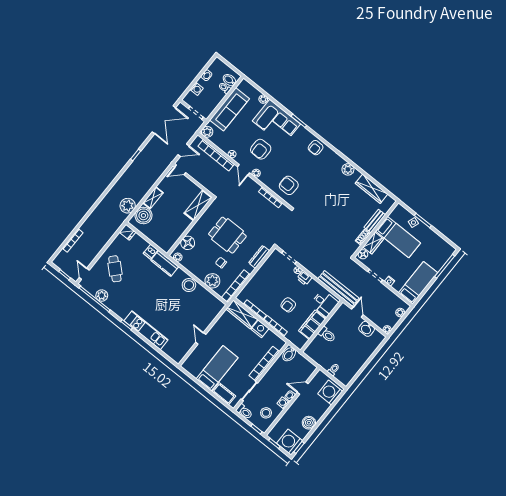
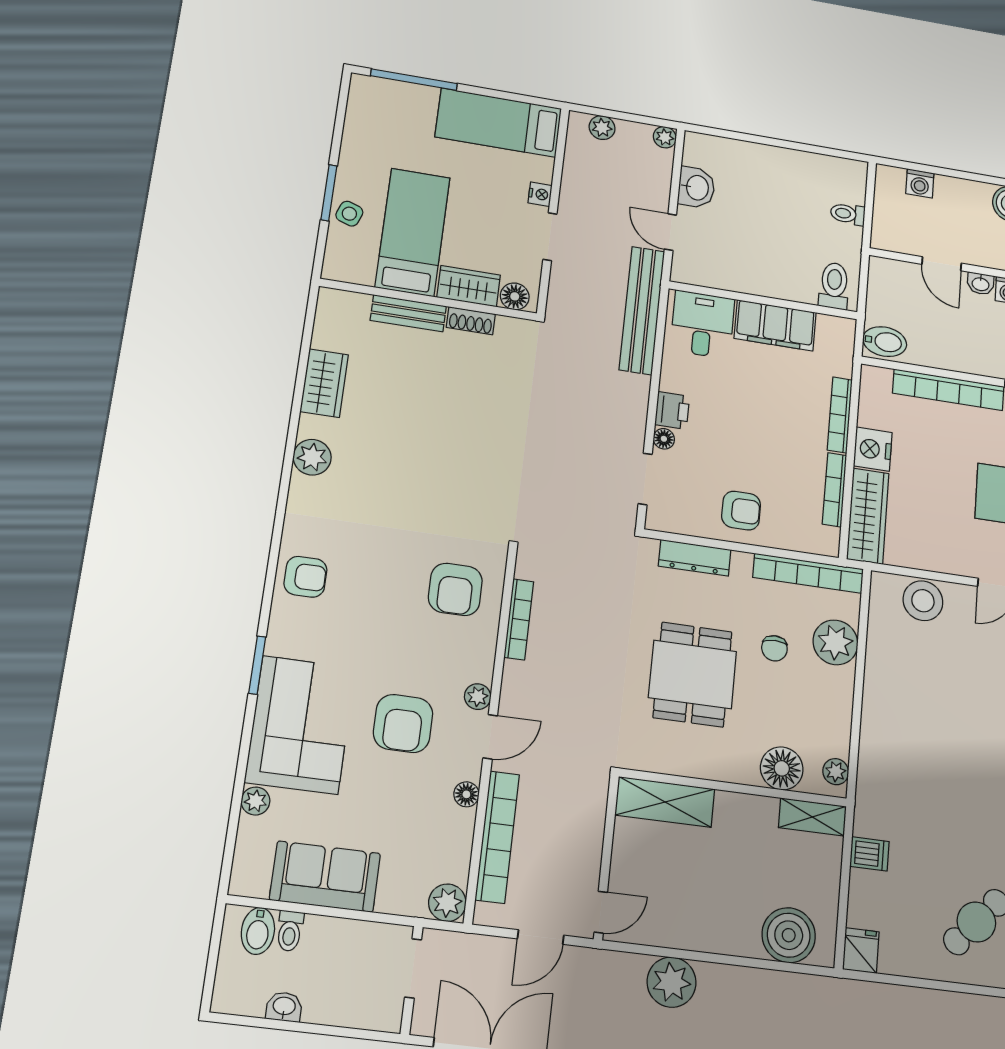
washing machine: (197, 89) -> (342, 1011), removed
sofa: (229, 109) -> (325, 877), width x0.73
armchair: (261, 149) -> (403, 724), turned 90
door: (184, 150) -> (541, 937), swing flipped
door: (180, 170) -> (601, 912), hinge flipped
wardrobe: (371, 189) -> (324, 383), width x0.67
shelving: (153, 198) -> (812, 817), moved
plant: (128, 206) -> (672, 982), moved
kitchen counter: (165, 263) -> (875, 796), removed
stool: (189, 285) -> (923, 601), moved
armchair: (288, 305) -> (741, 511), moved
door: (357, 312) -> (670, 232), hinge flipped
toilet: (327, 335) -> (834, 286), moved
washing machine: (330, 393) -> (920, 183), width x0.53, depth x0.53

